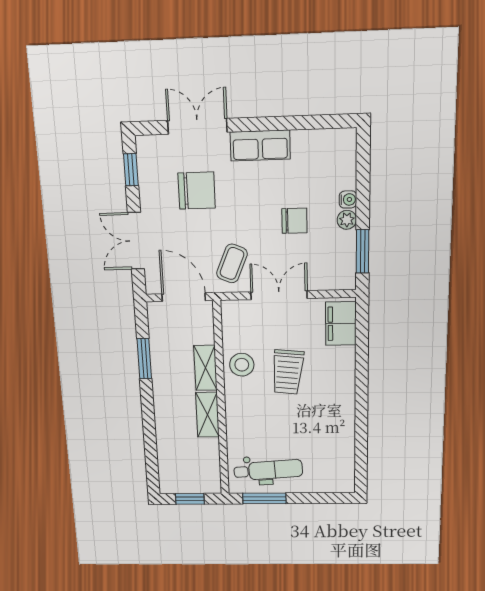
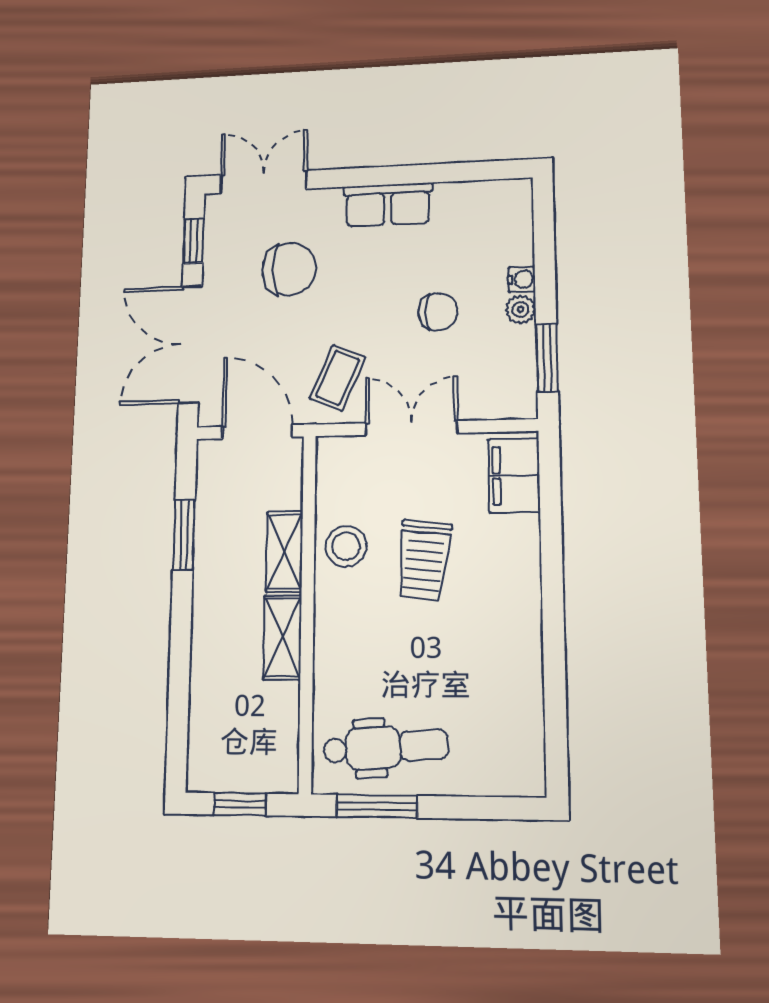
double door: (197, 126) -> (264, 182), moved
double door: (136, 241) -> (190, 344), width x1.37

